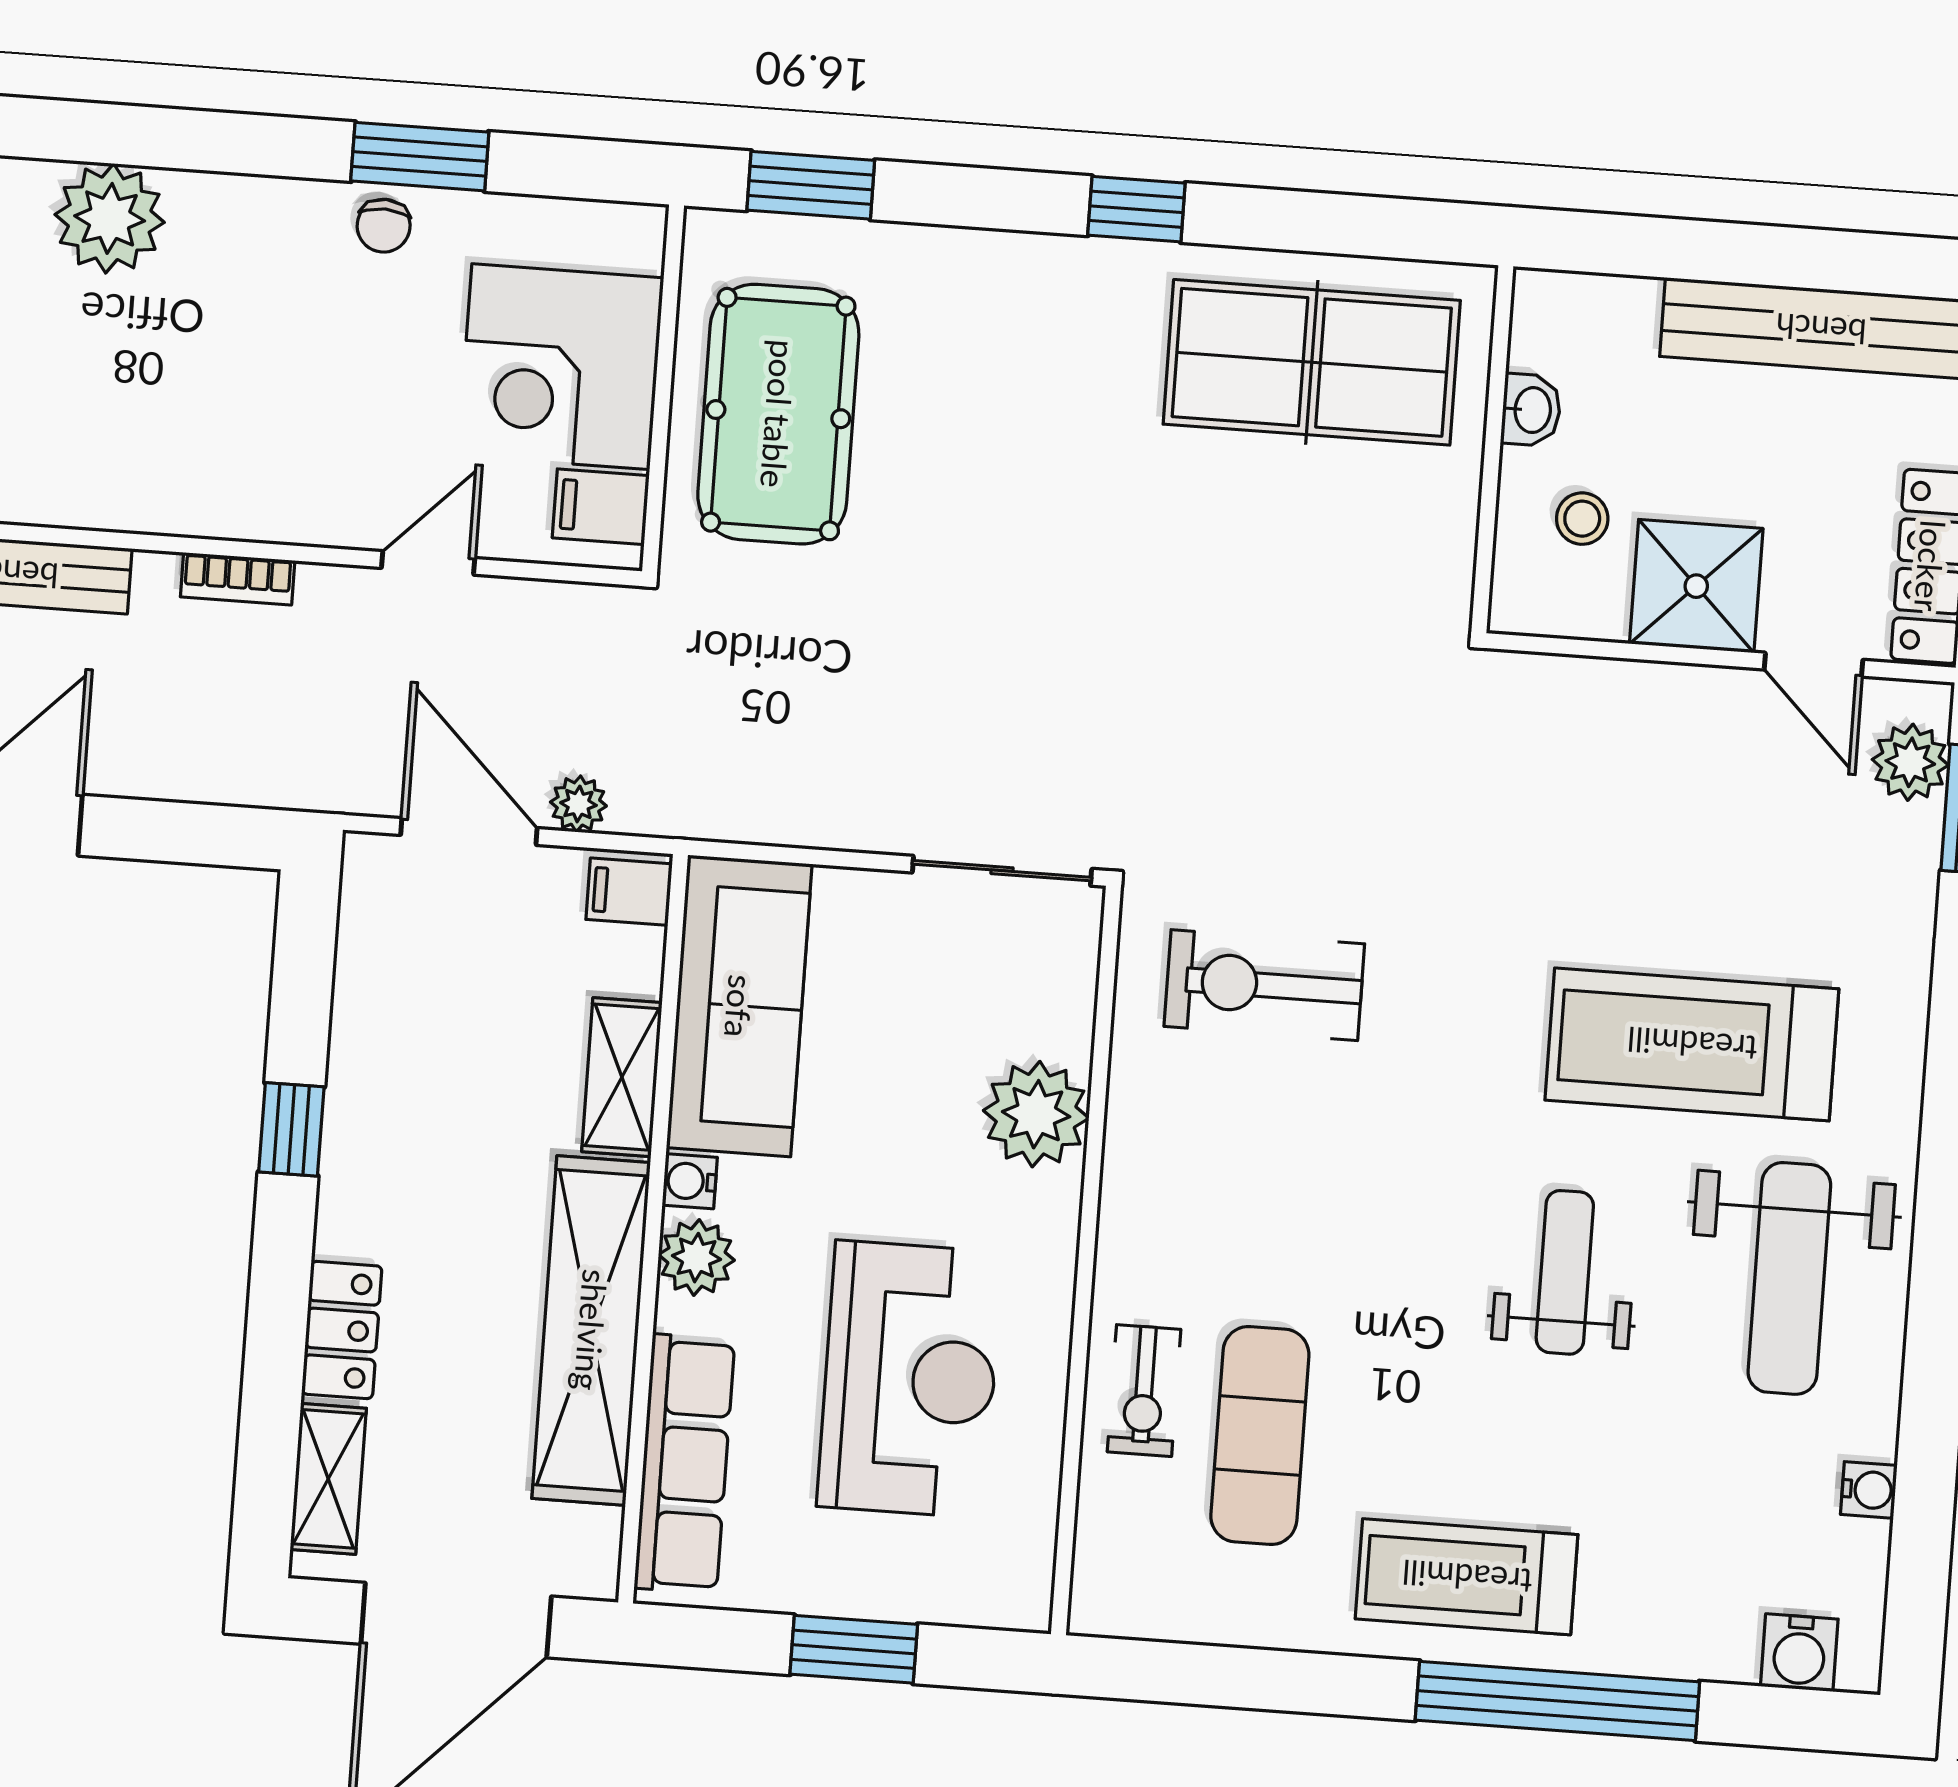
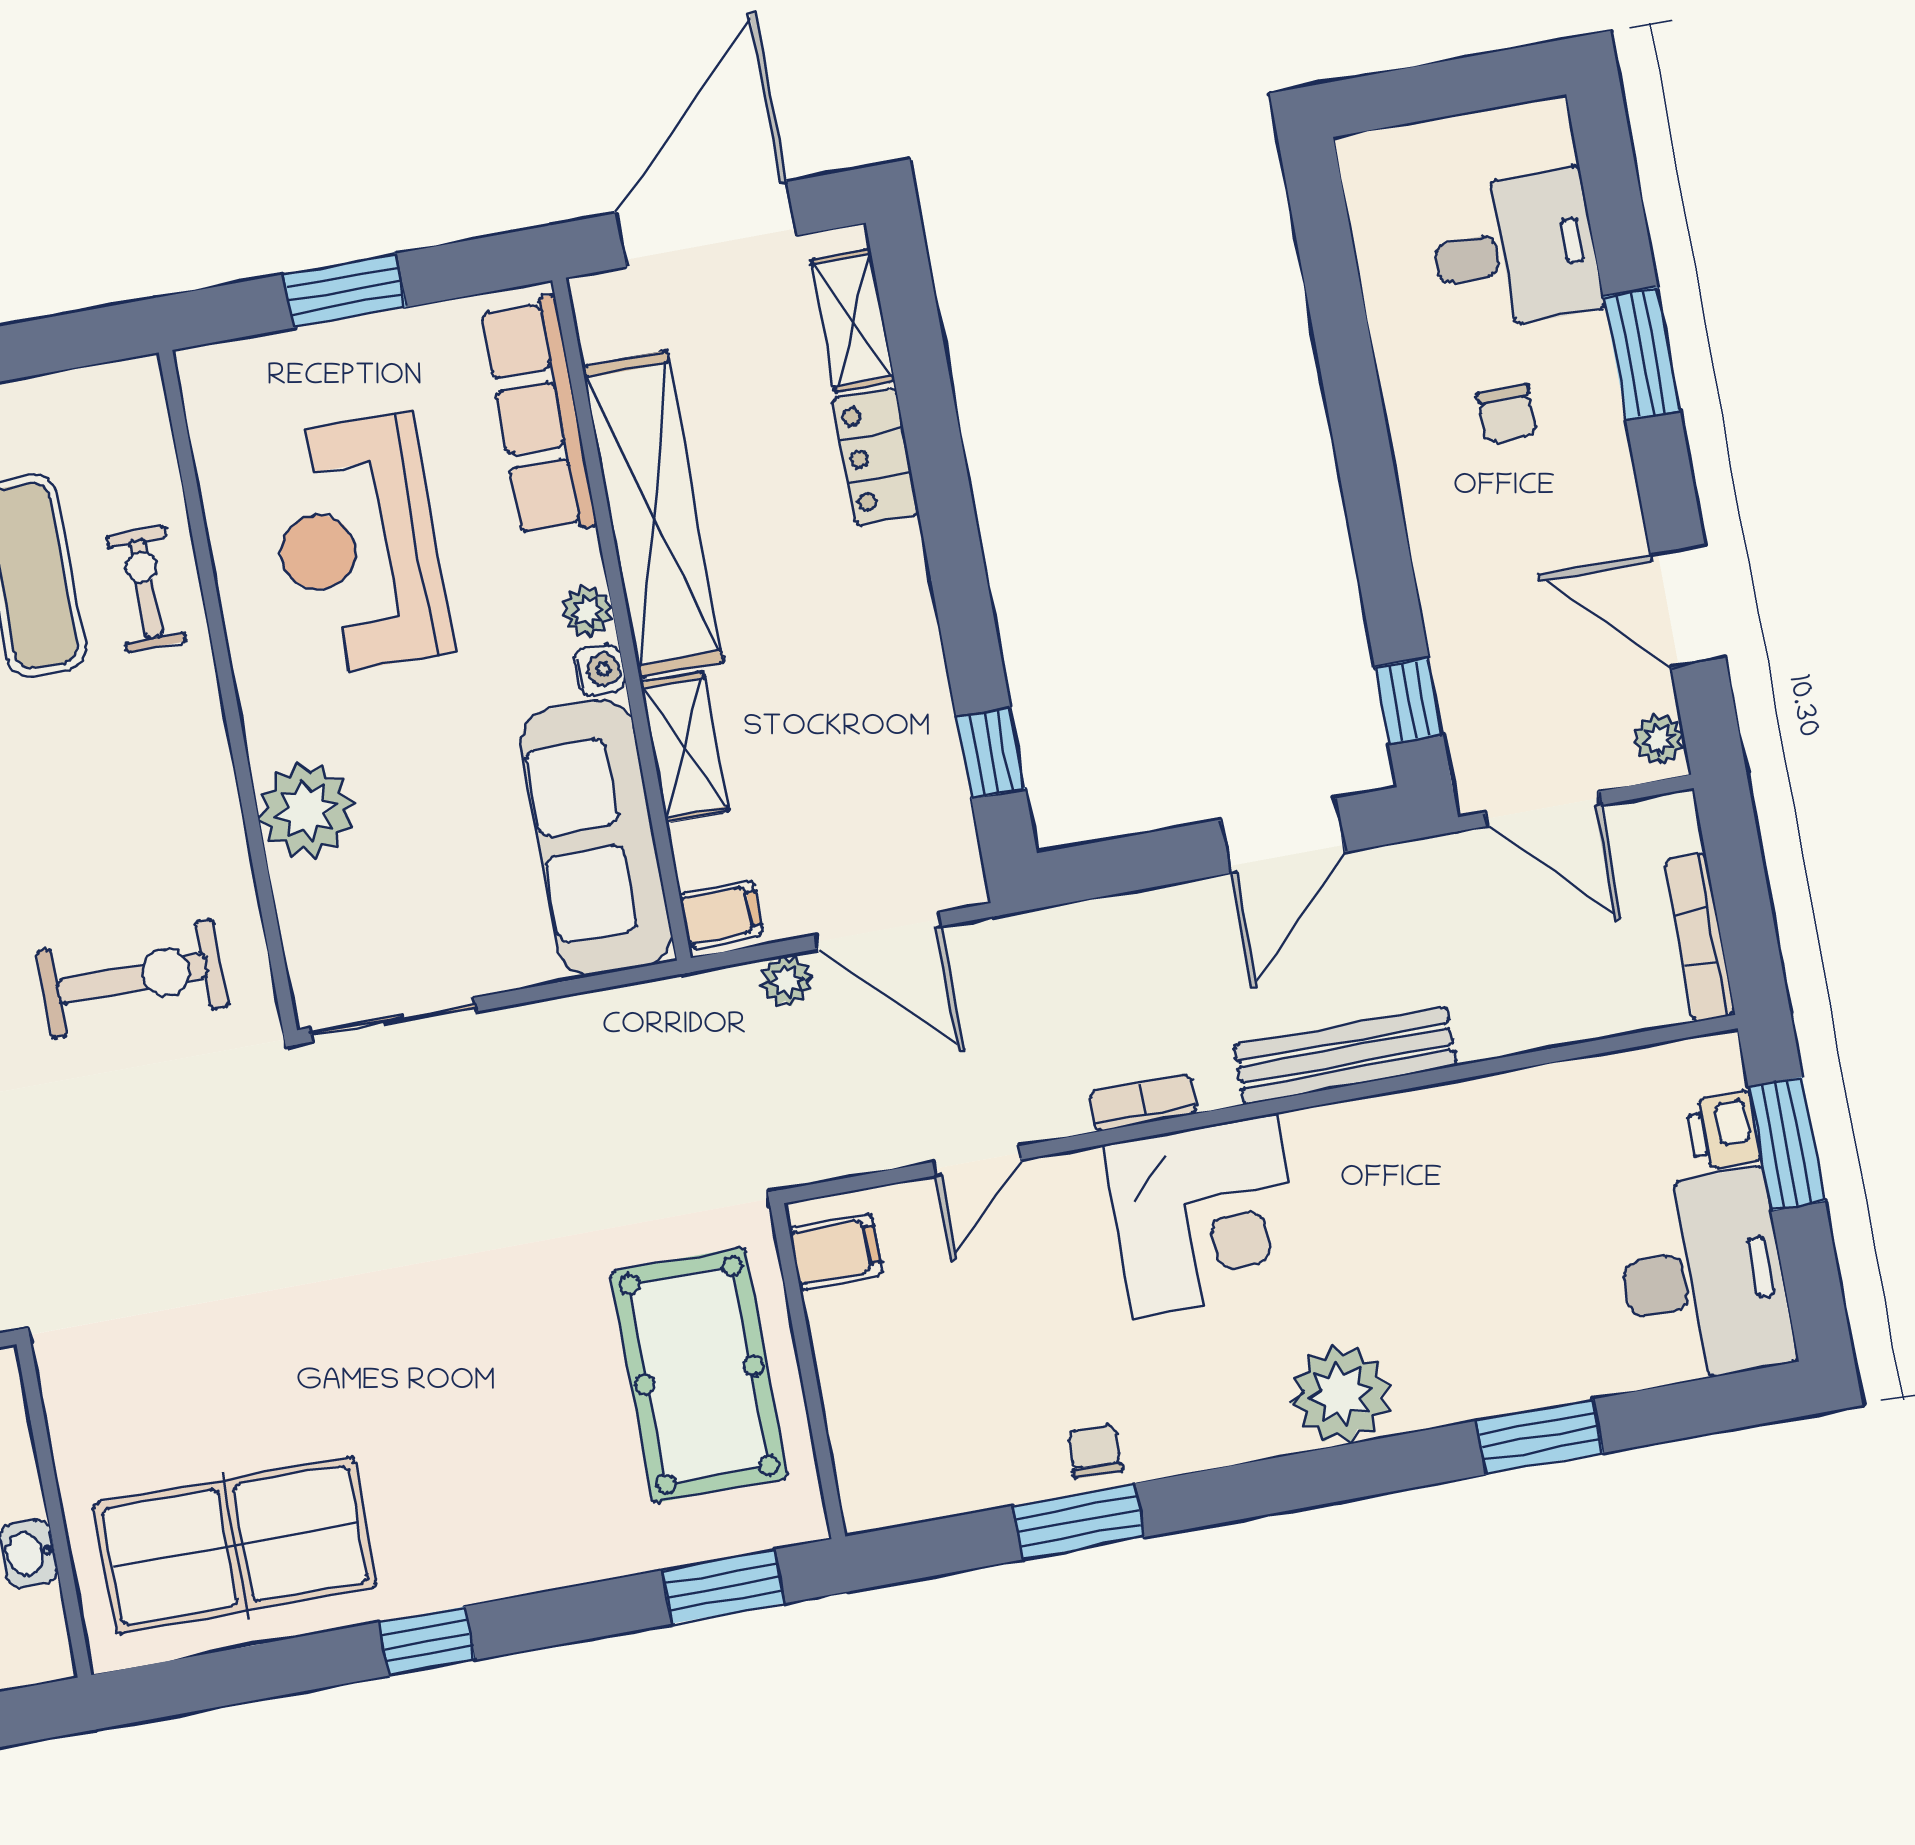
corner desk: (561, 367) -> (1205, 1216), moved, turned 90
window: (291, 1129) -> (991, 753), moved
plant: (696, 1258) -> (587, 611), width x0.73, depth x0.73

